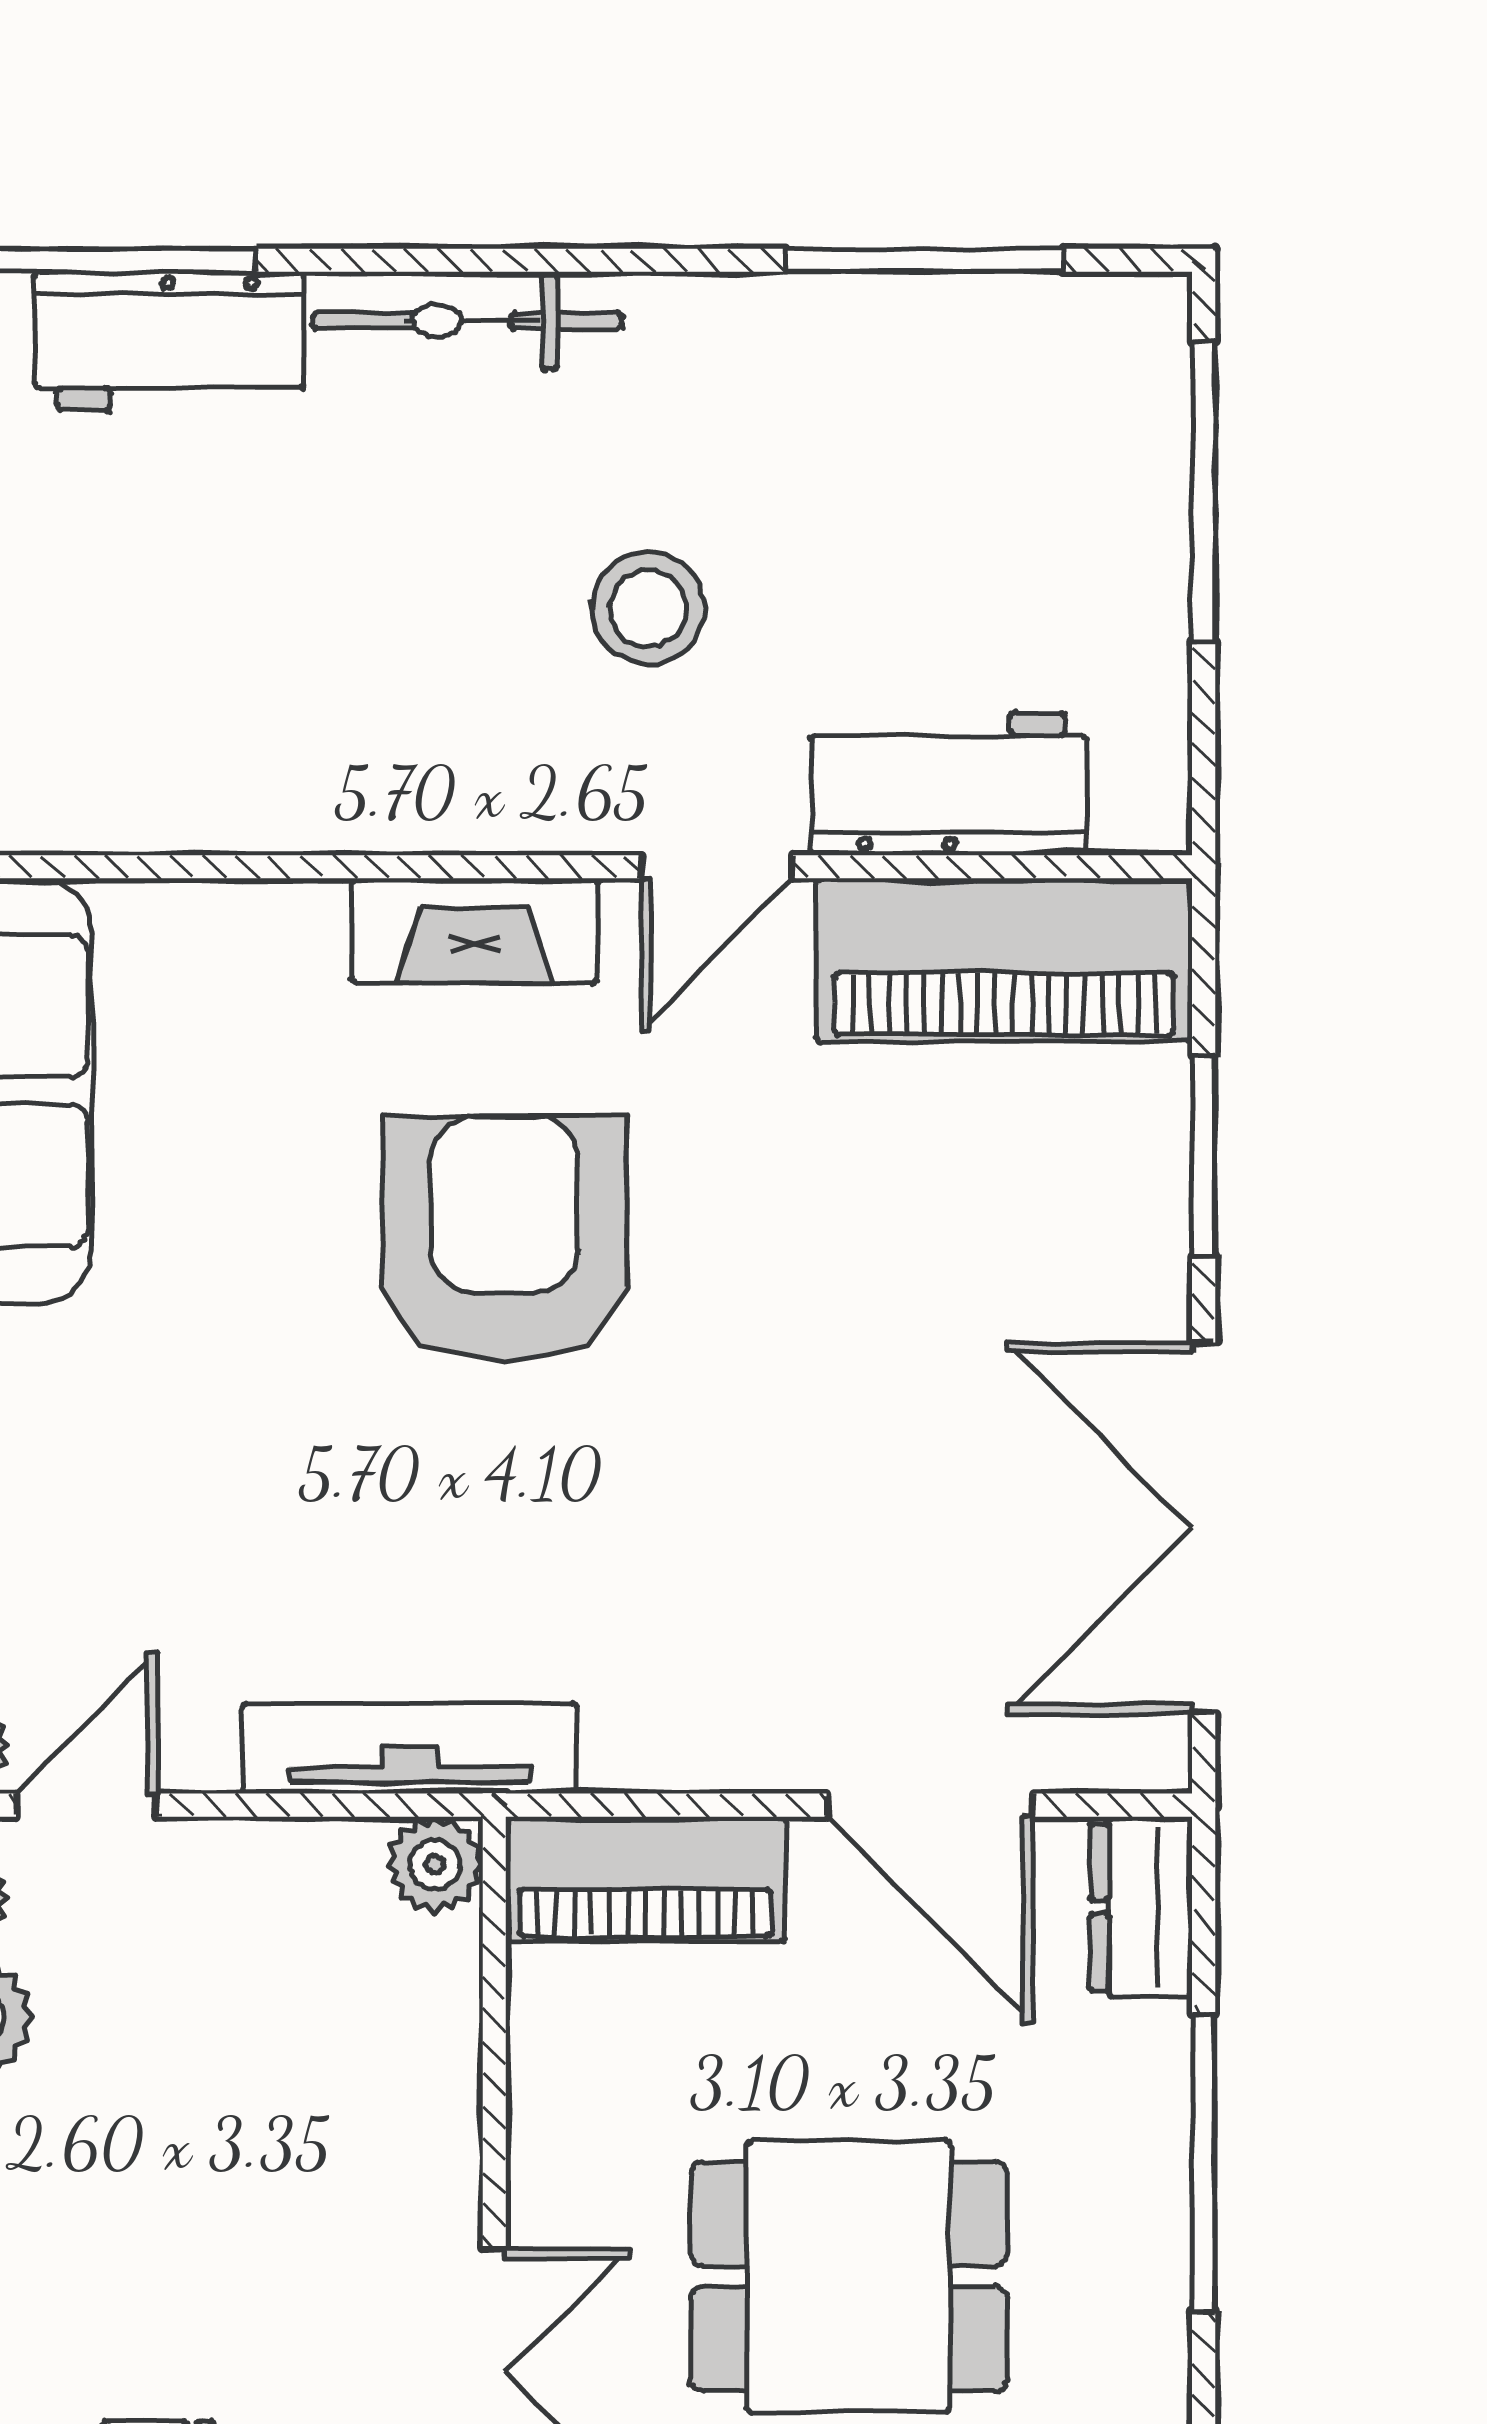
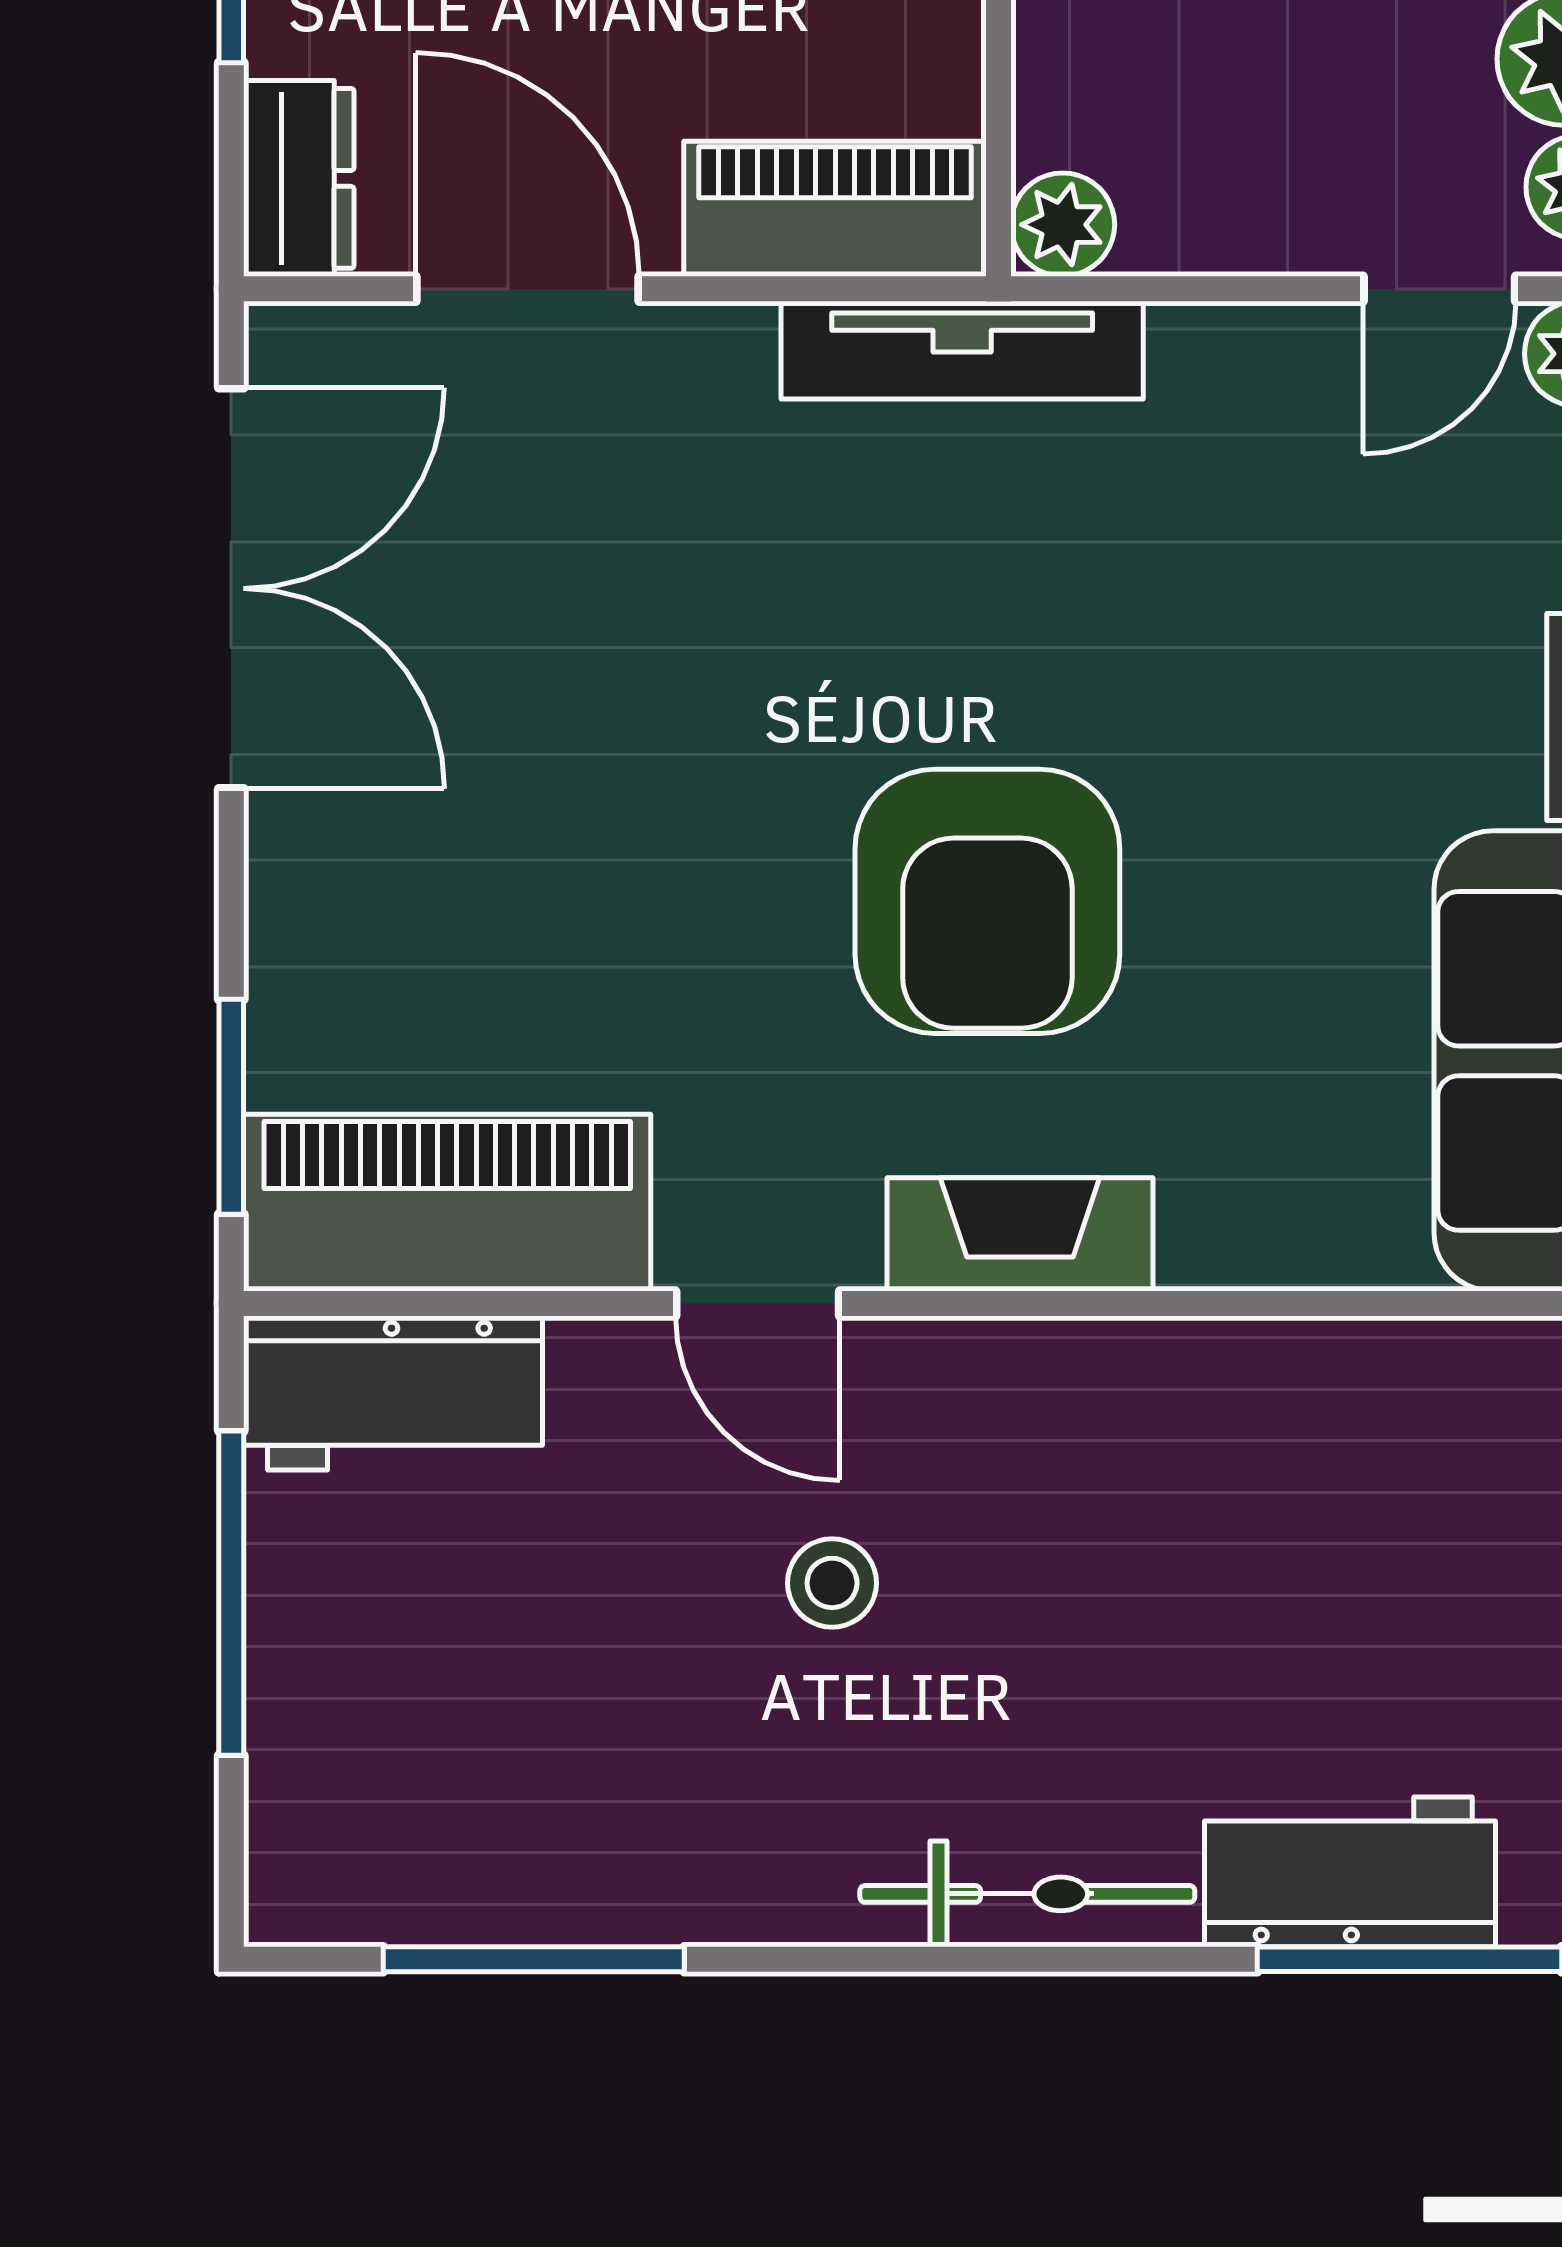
window: (1204, 492) -> (231, 1593), moved
stool: (648, 608) -> (832, 1583), width x0.73, depth x0.73
workbench: (949, 784) -> (393, 1393), moved
door: (717, 867) -> (758, 1303), swing flipped
window: (1204, 1156) -> (231, 1107), moved
tv unit: (410, 1748) -> (962, 350), moved

